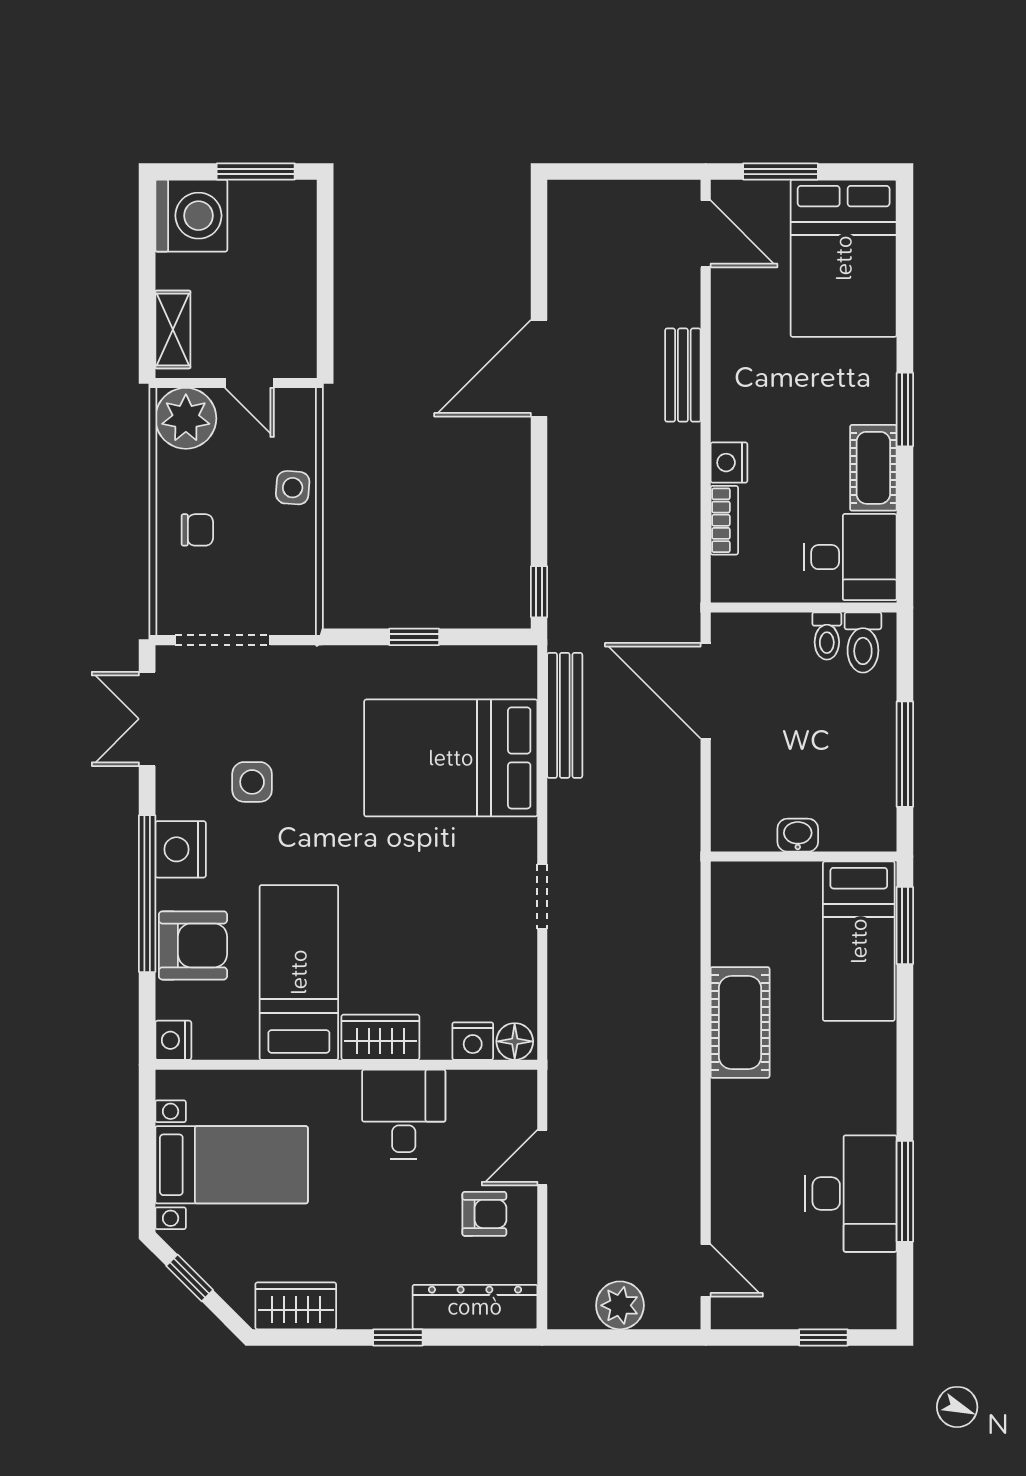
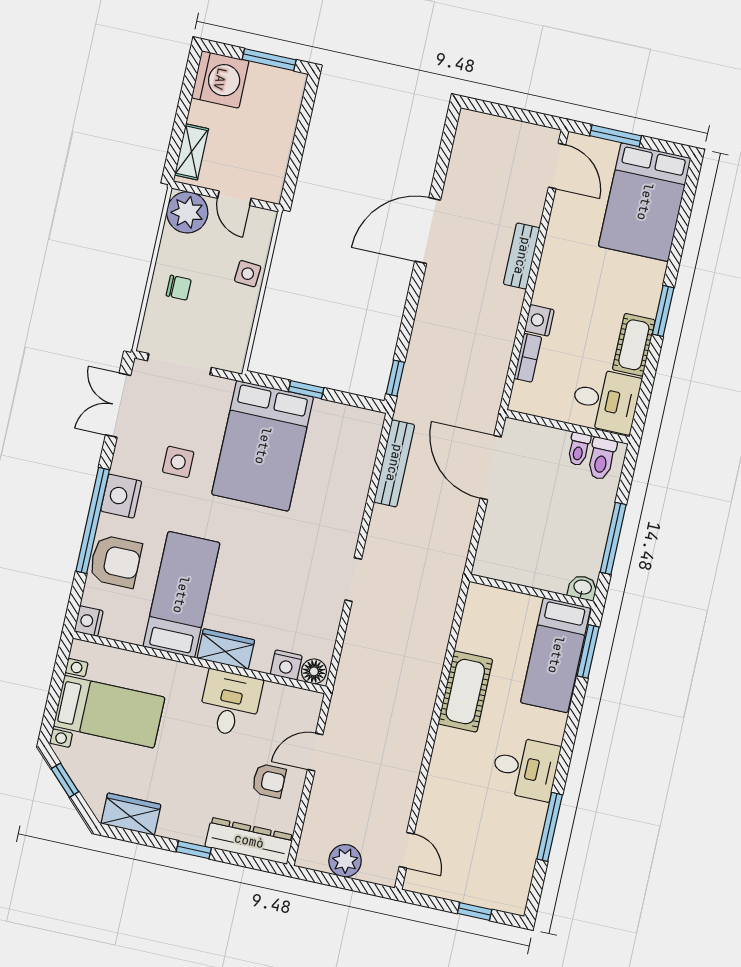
bed: (451, 758) -> (263, 446), moved, turned -90
washbasin: (798, 835) -> (582, 588), moved
desk: (851, 1194) -> (525, 768), moved, width x0.73

